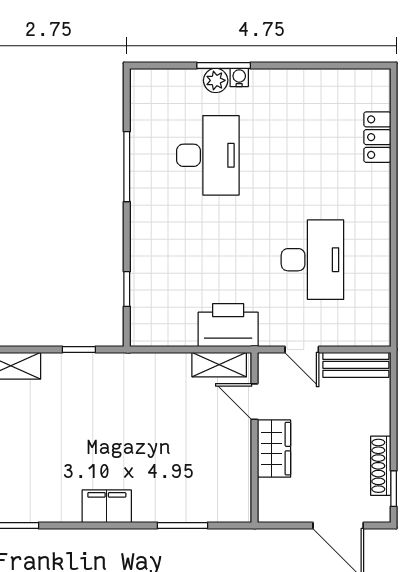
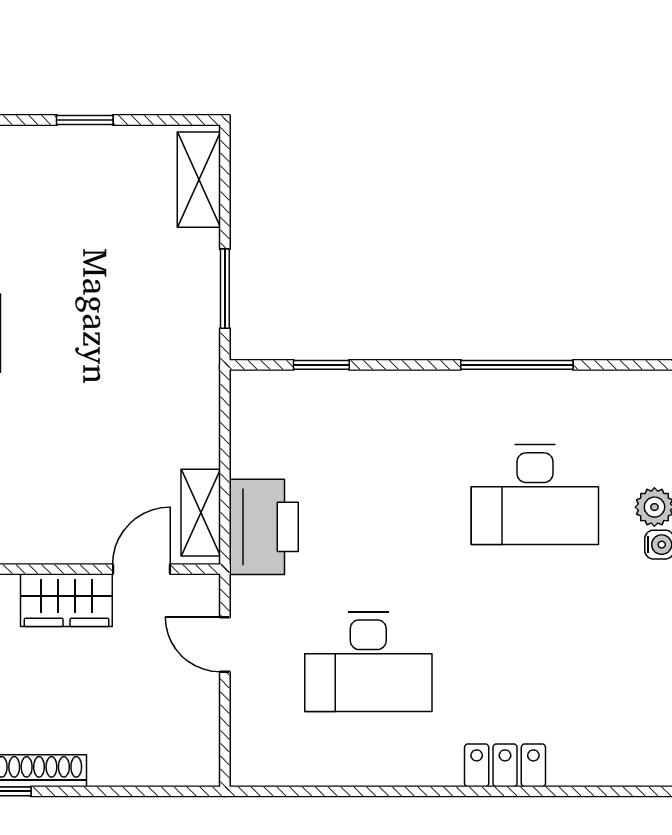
locker: (377, 137) -> (505, 765), moved
window: (79, 349) -> (225, 289), width x1.50
door: (302, 349) -> (225, 644), hinge flipped
bench: (356, 365) -> (200, 731), removed

